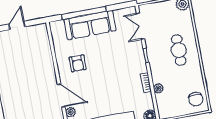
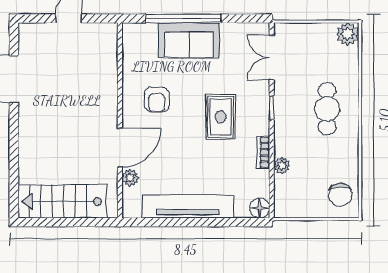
sofa: (90, 25) -> (189, 40), width x0.73
rug: (117, 67) -> (221, 117), added
door: (61, 96) -> (120, 148), hinge flipped

